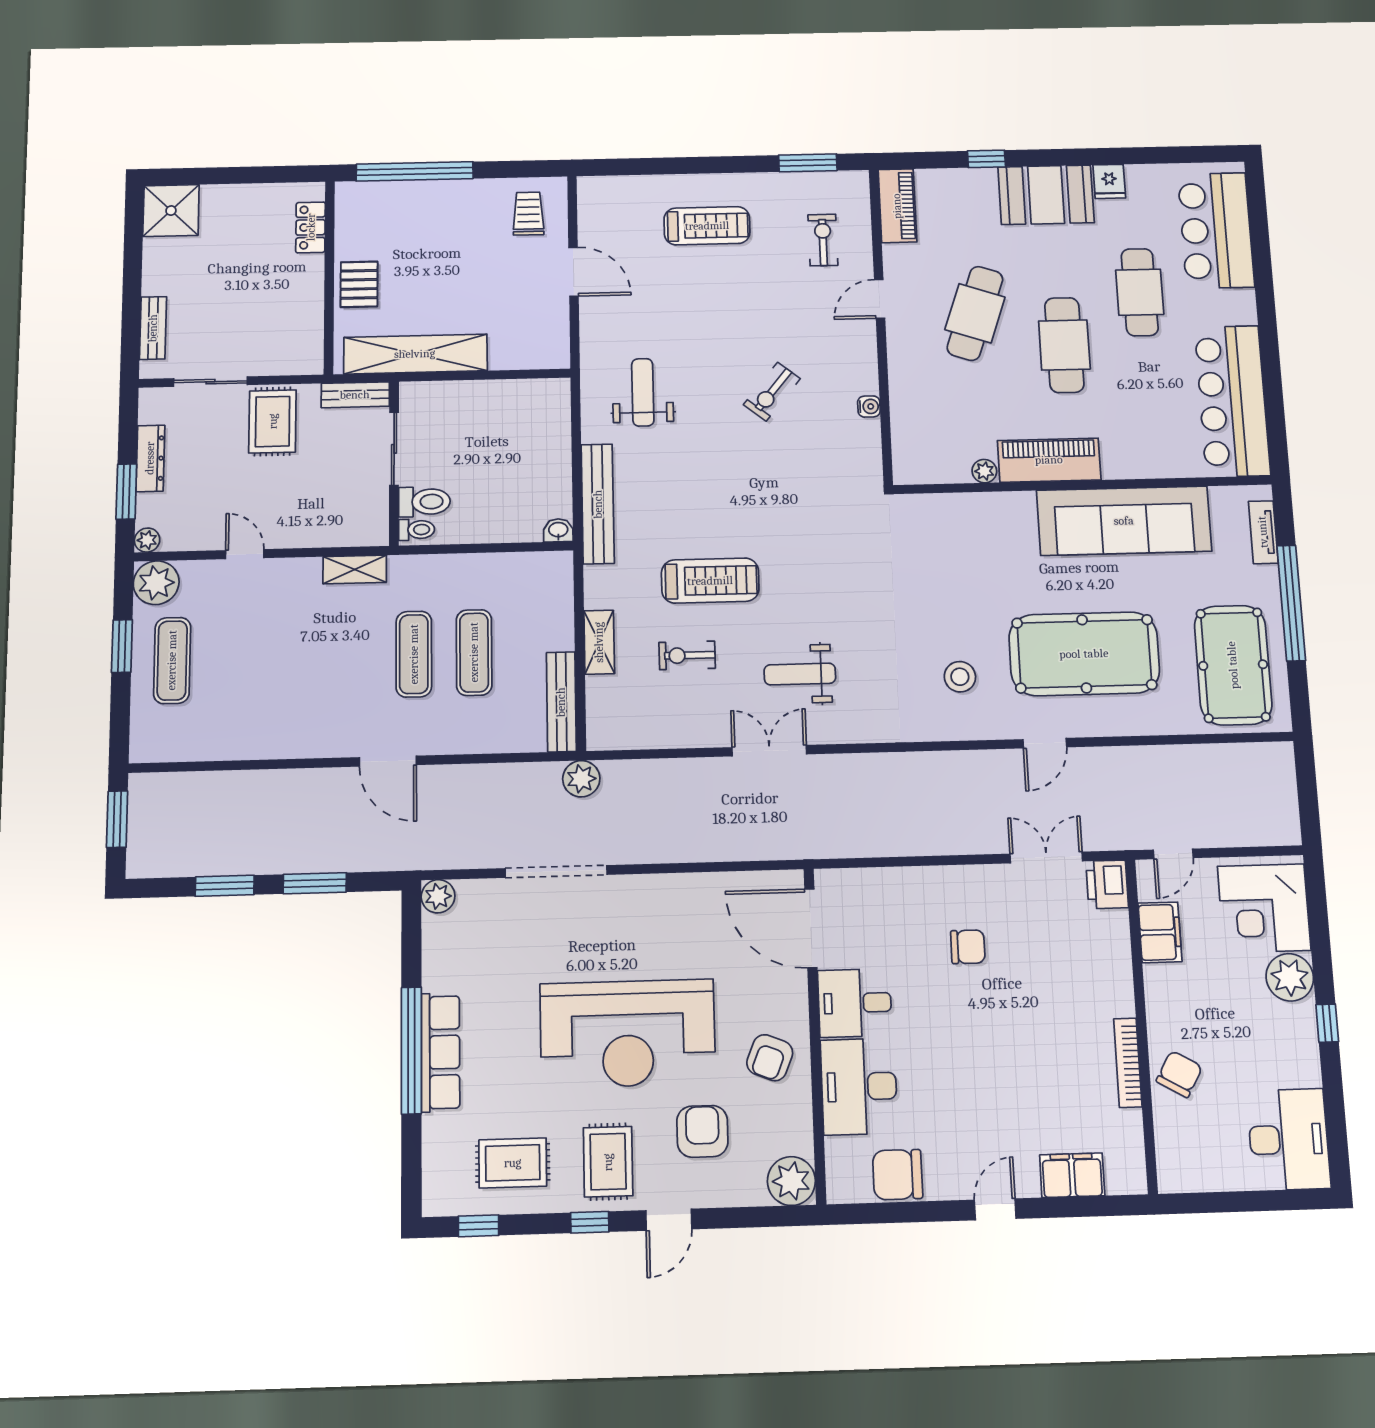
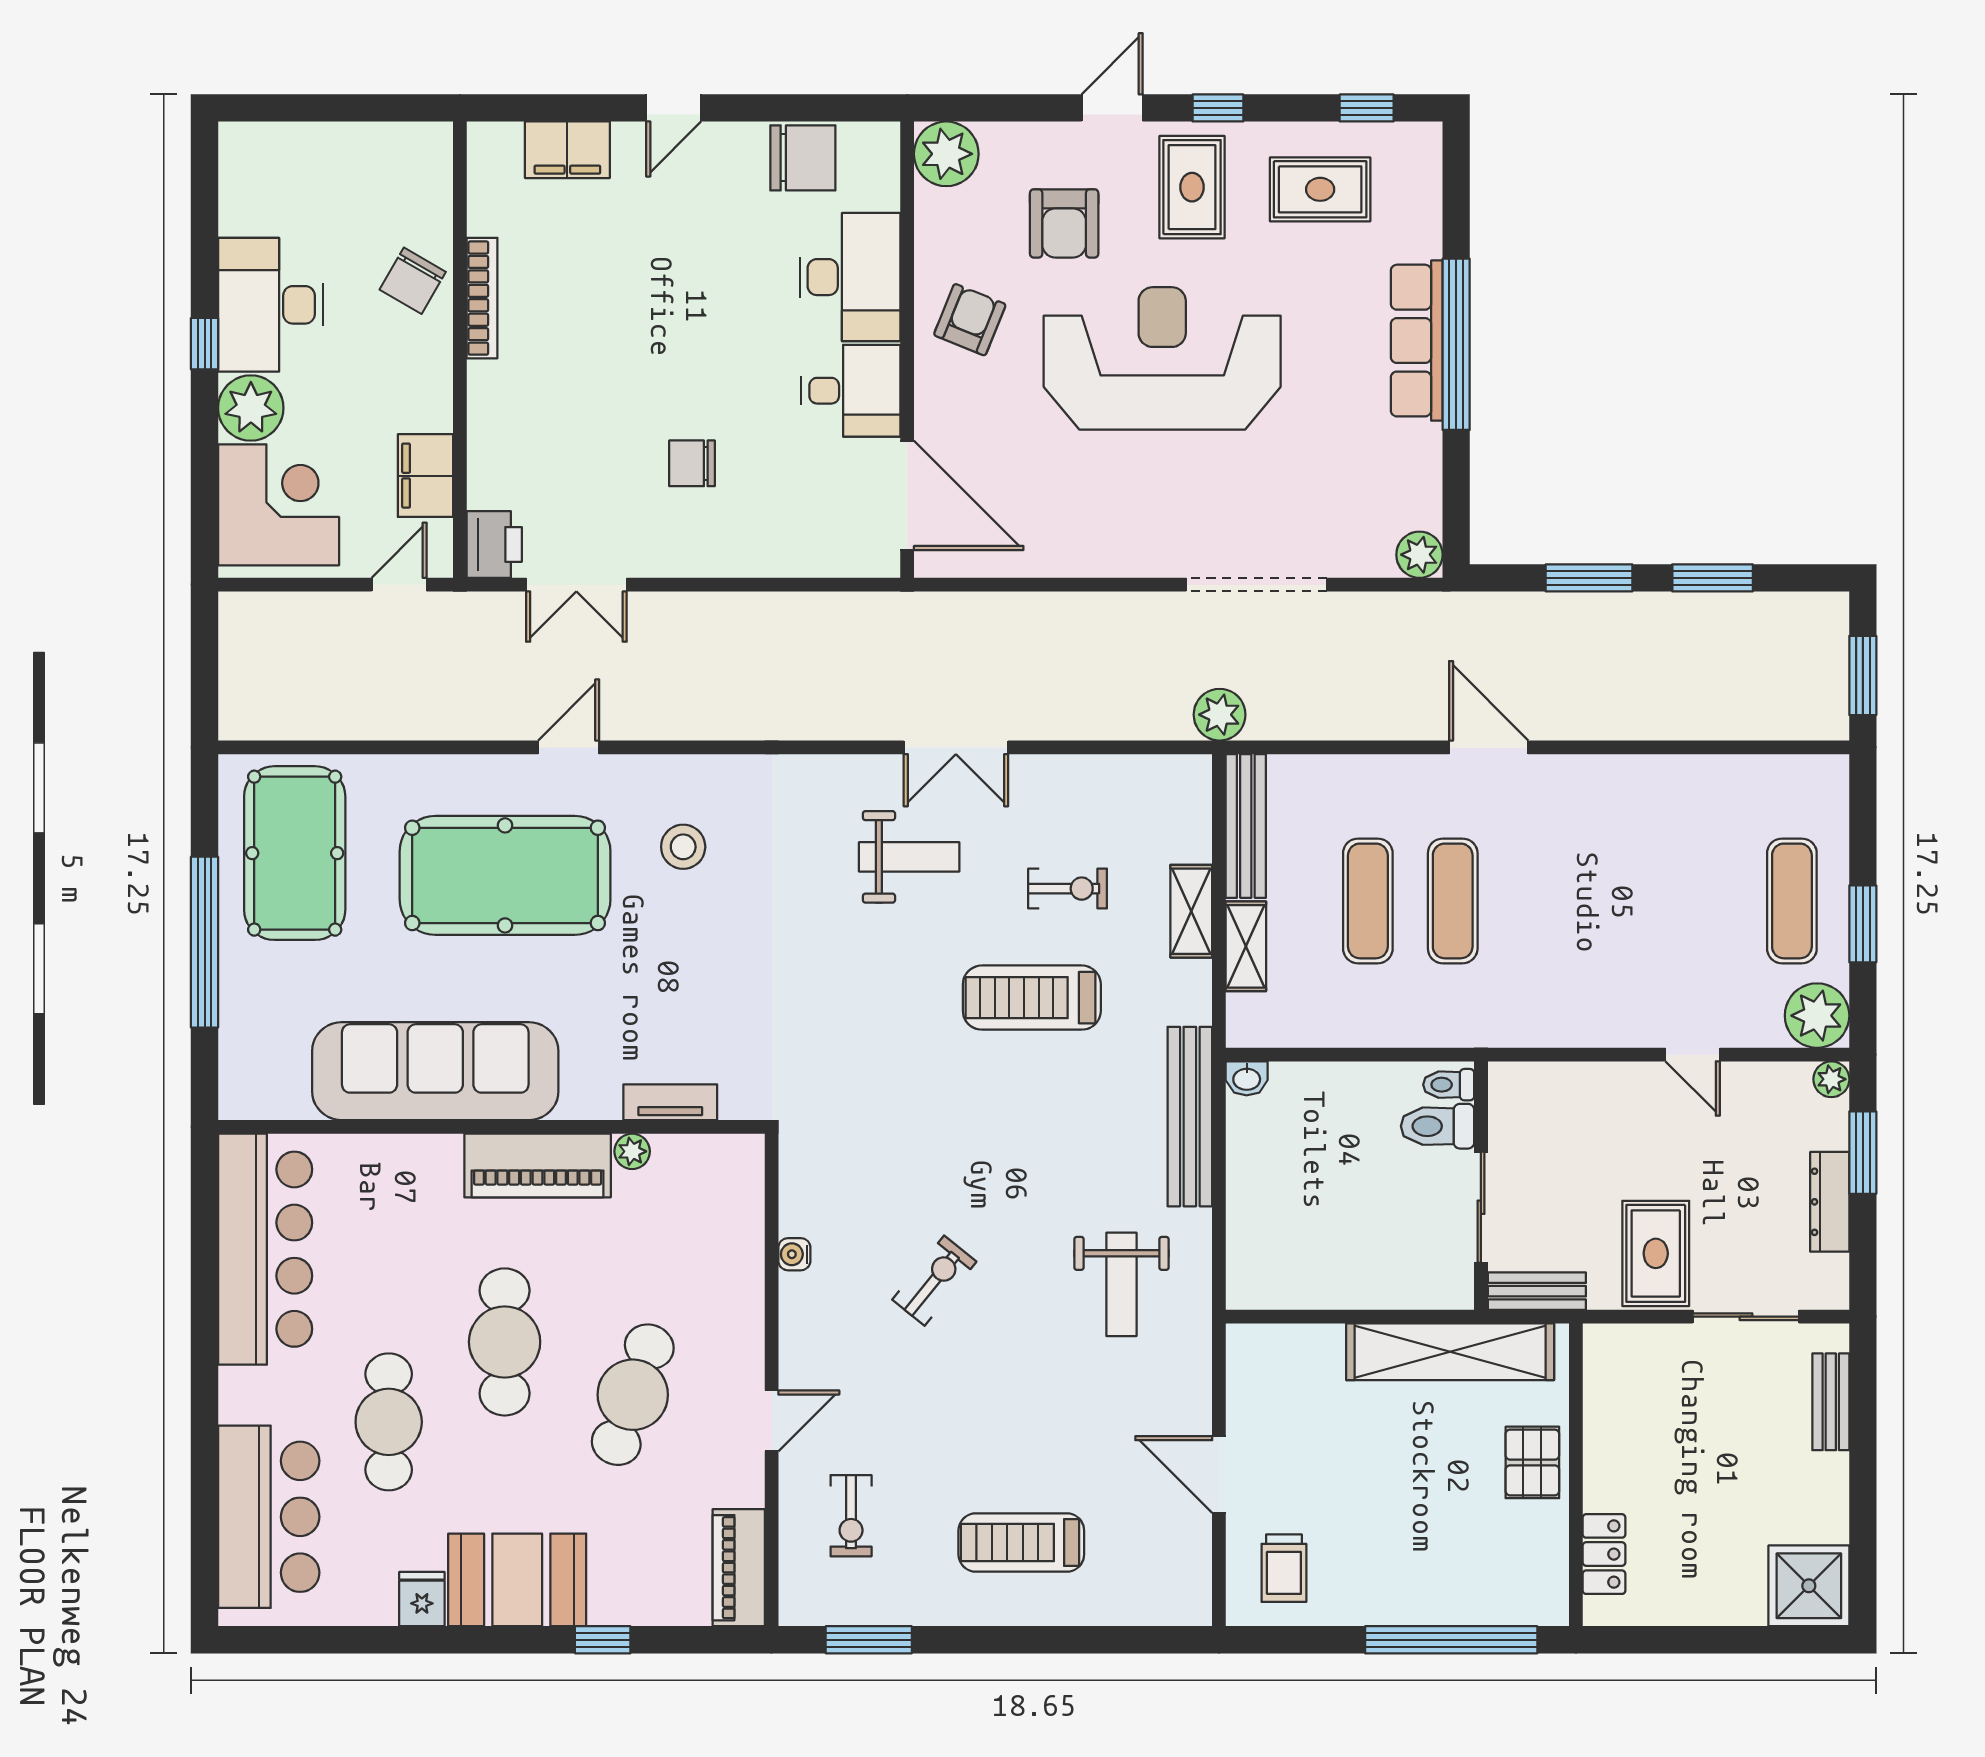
tv unit: (1263, 532) -> (670, 1102), moved, turned -90
shelving: (355, 570) -> (1246, 946), moved, turned 90
desk: (1289, 1139) -> (271, 305), moved

